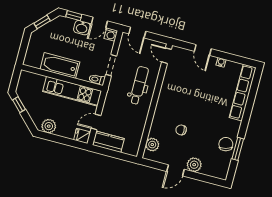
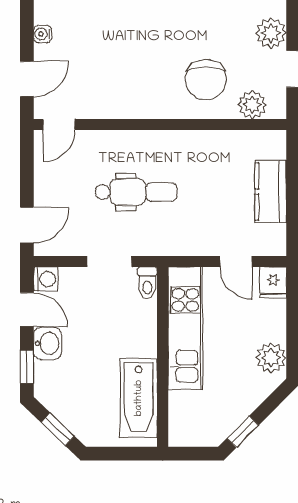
door: (166, 56) -> (59, 124), moved
bathtub: (60, 66) -> (139, 398), moved
dental chair: (139, 85) -> (136, 192), turned 180
wall: (154, 101) -> (160, 124), moved
chair: (181, 130) -> (206, 80), width x1.87, depth x1.87
kitchen counter: (108, 142) -> (271, 192), moved
plant: (152, 145) -> (252, 105), moved

